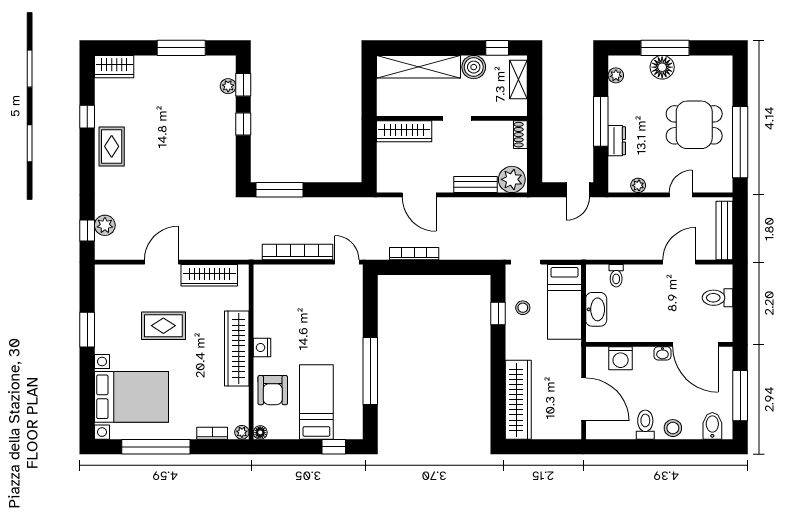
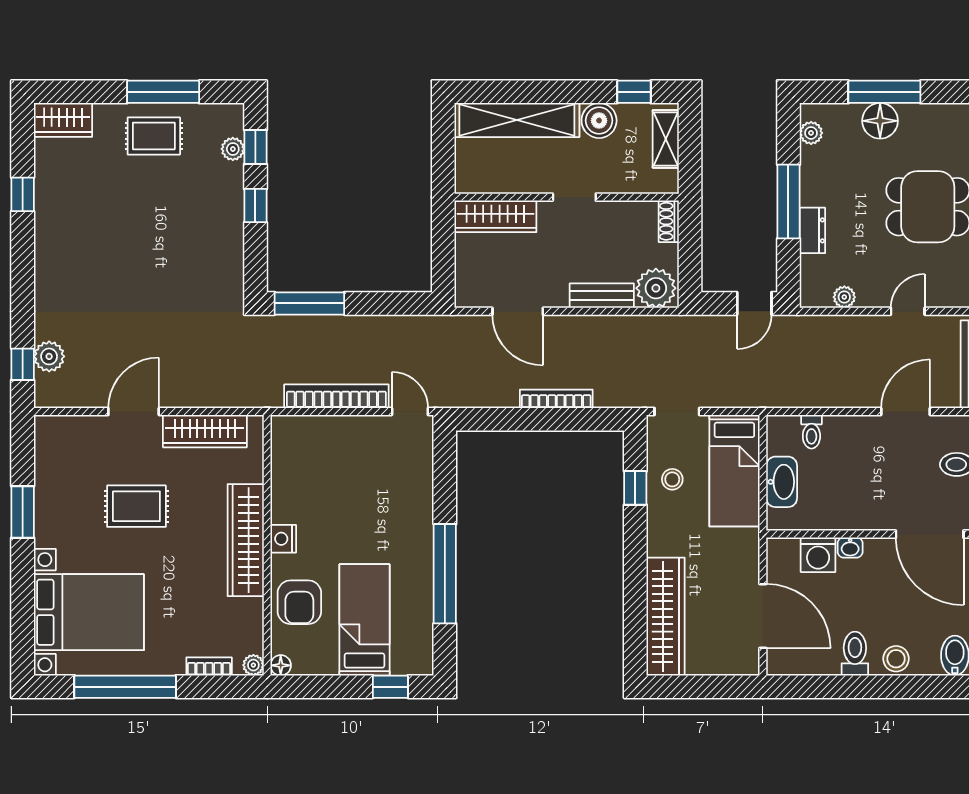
rug: (112, 146) -> (154, 136), moved, turned 90
bookcase: (414, 254) -> (556, 399), moved
washbasin: (663, 353) -> (850, 548), moved

